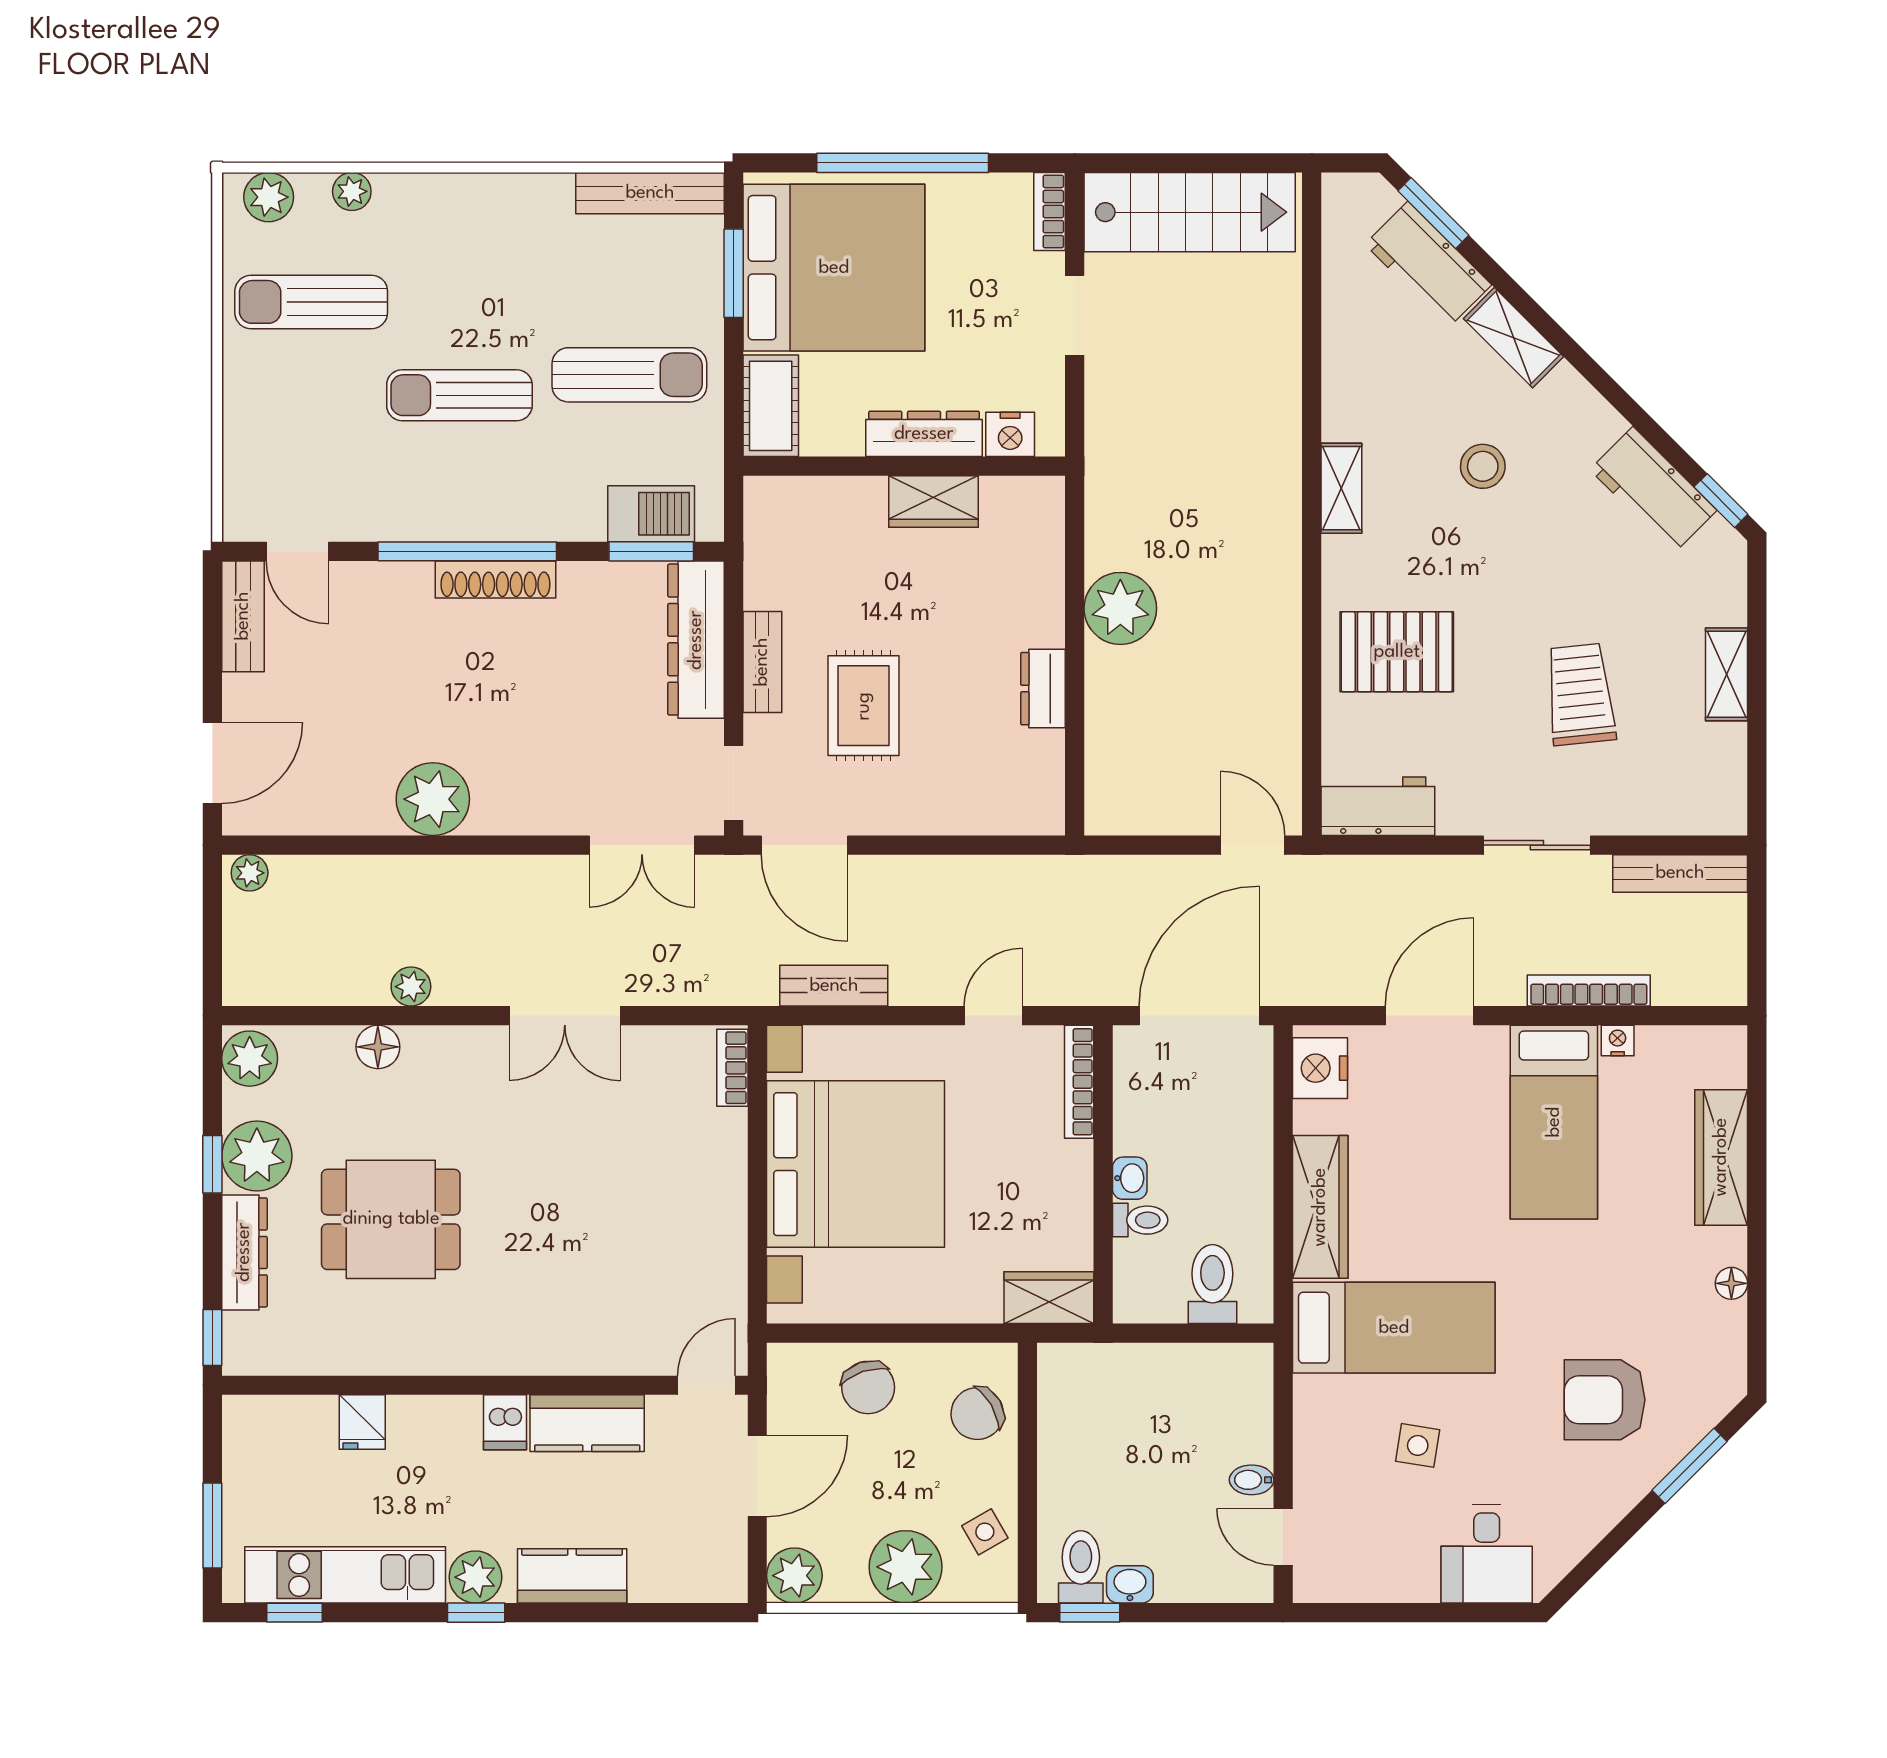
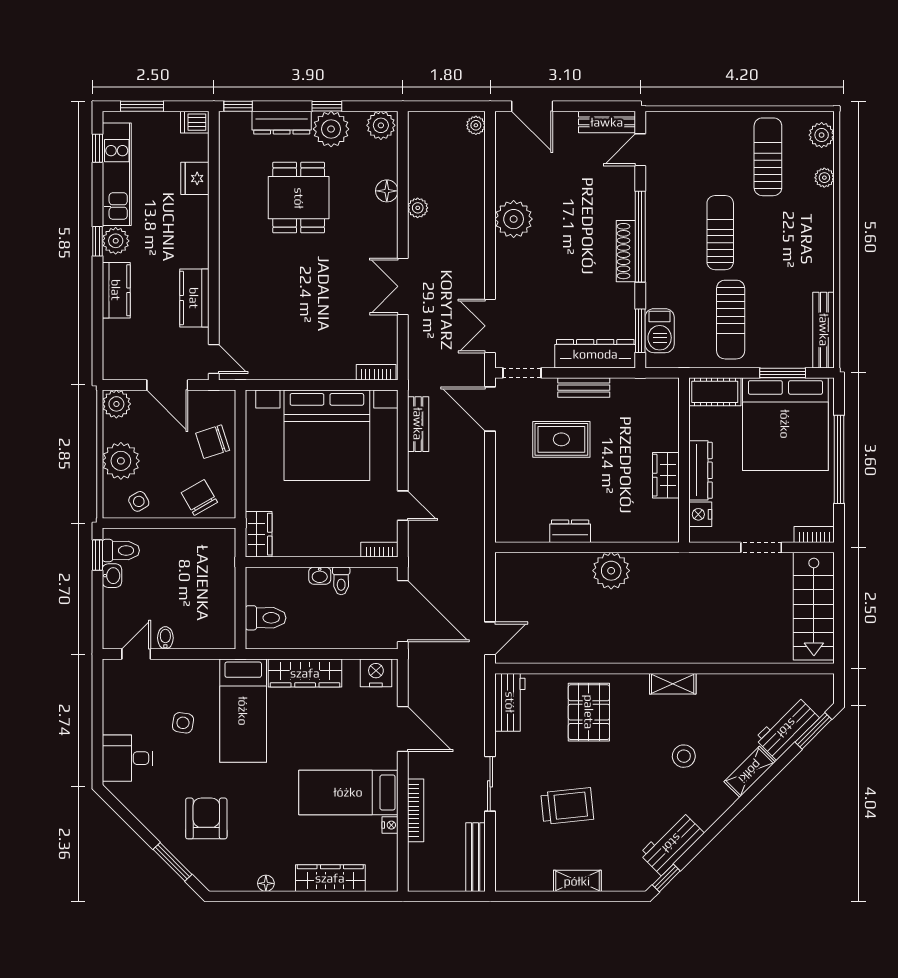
door: (804, 845) -> (490, 409), hinge flipped
bookcase: (1079, 1082) -> (379, 550), width x0.64
toilet: (1140, 1220) -> (341, 581), moved
fridge: (362, 1422) -> (195, 178), width x1.38
dishwasher: (505, 1422) -> (195, 122), moved

